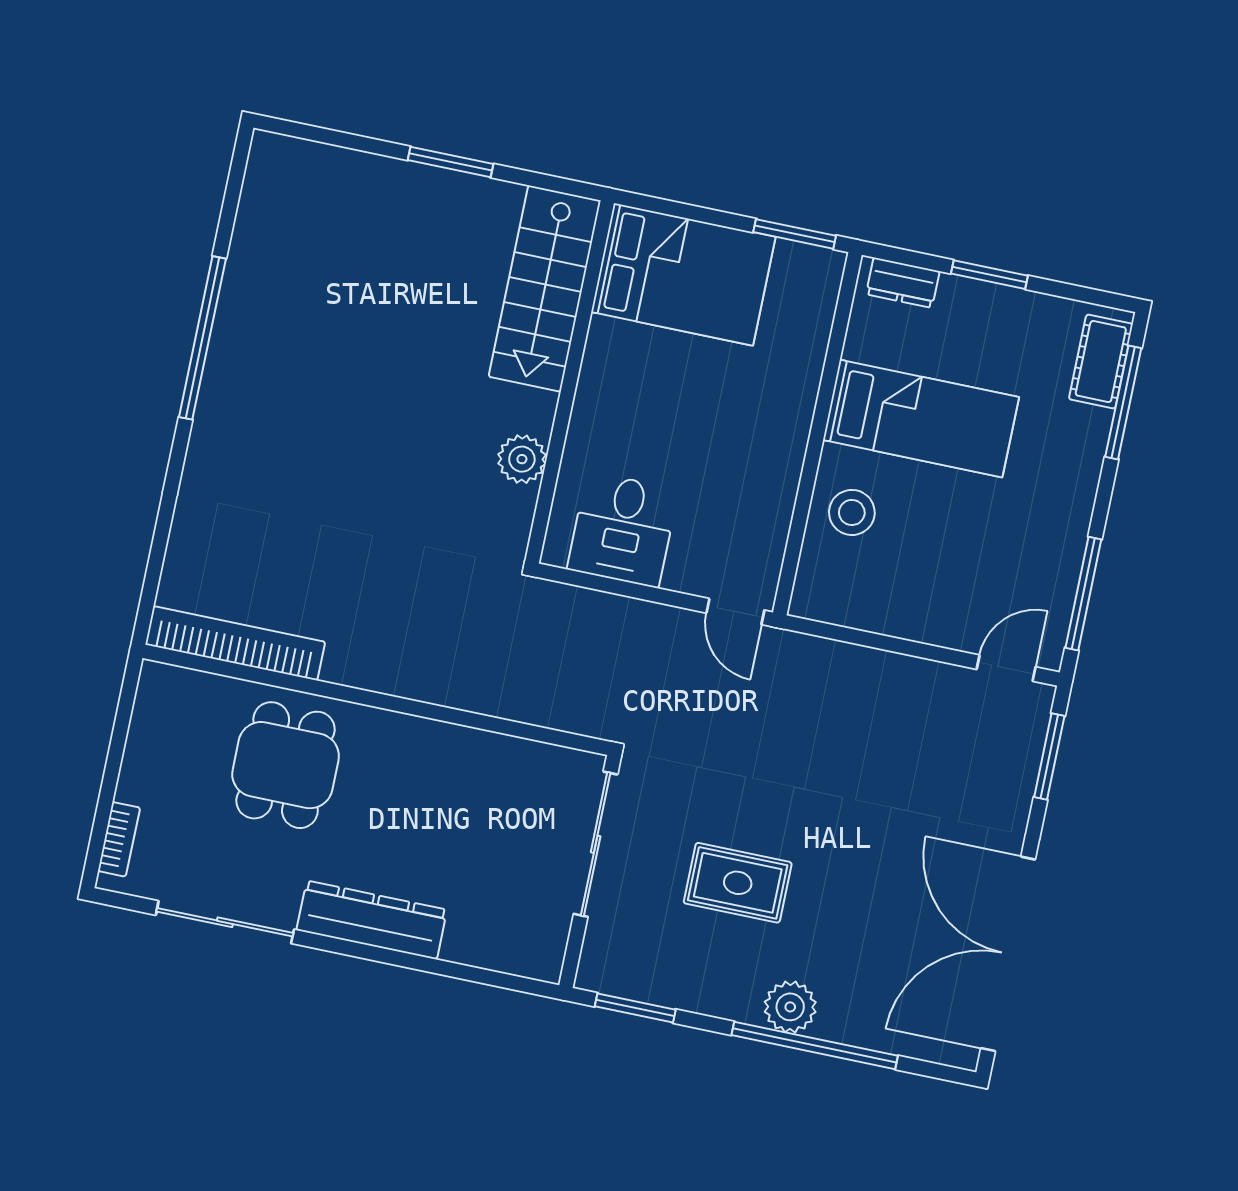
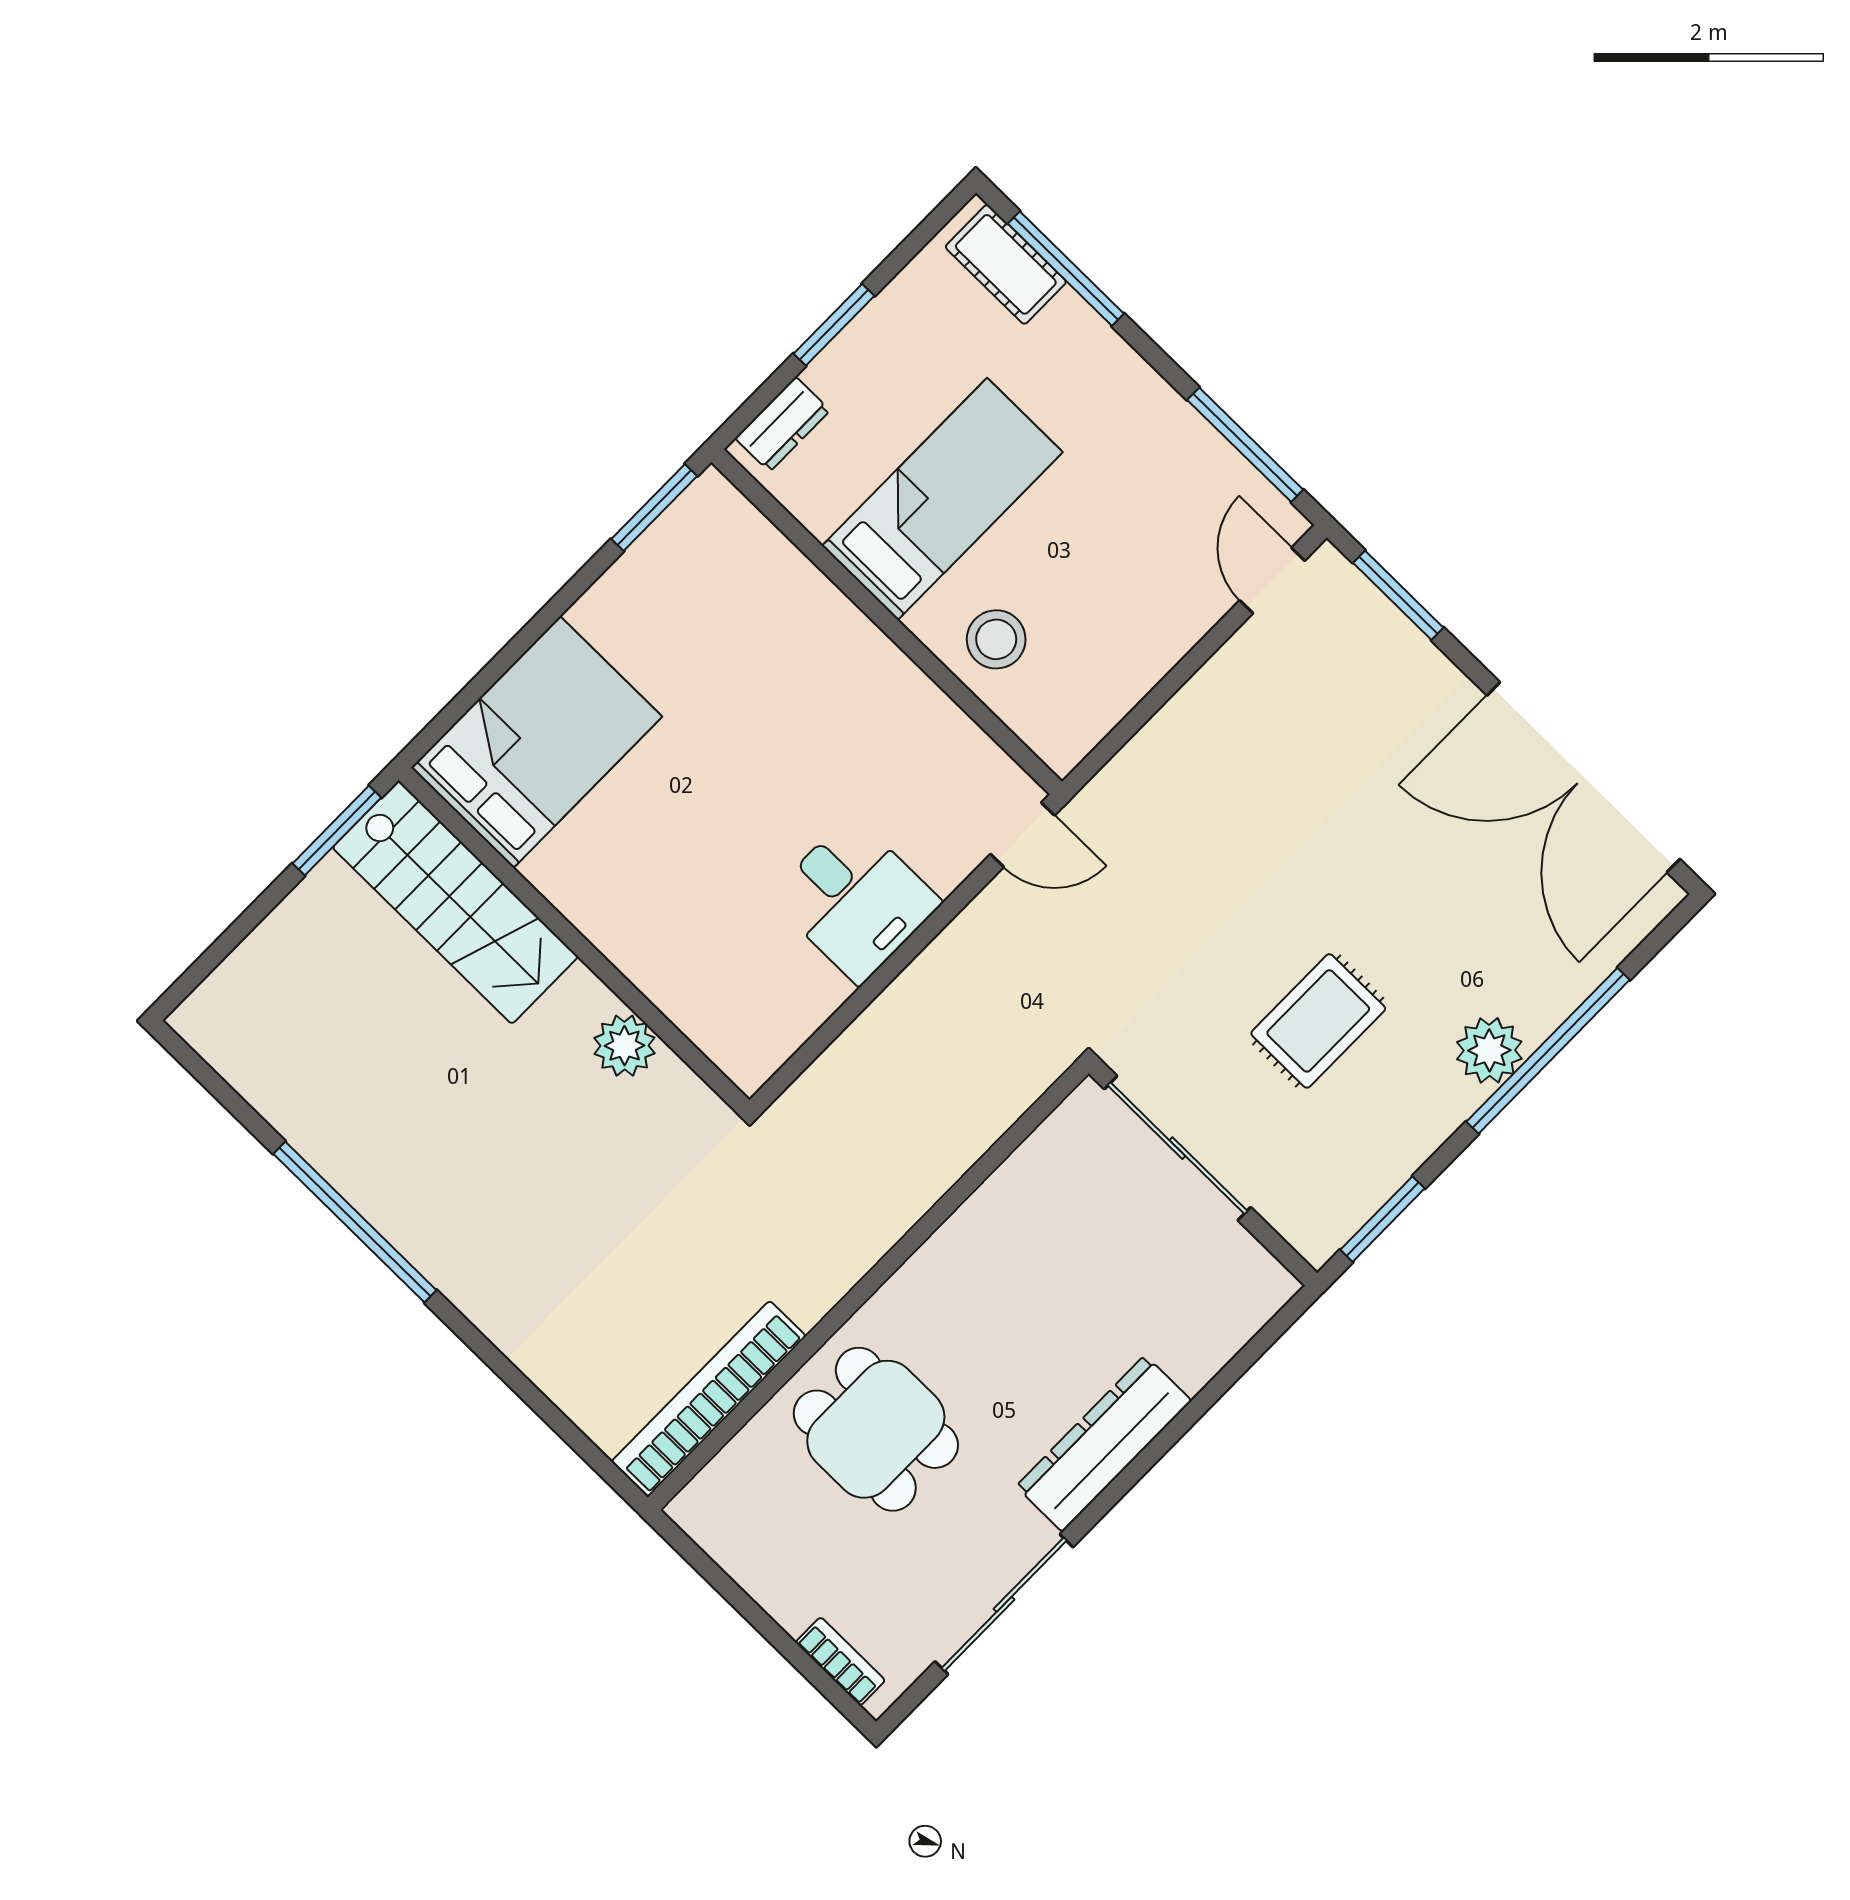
bed: (683, 274) -> (537, 742), moved
stairs: (545, 289) -> (455, 902), moved
wall: (570, 382) -> (574, 940), moved
plant: (522, 459) -> (624, 1046), moved

